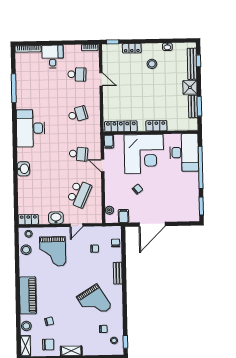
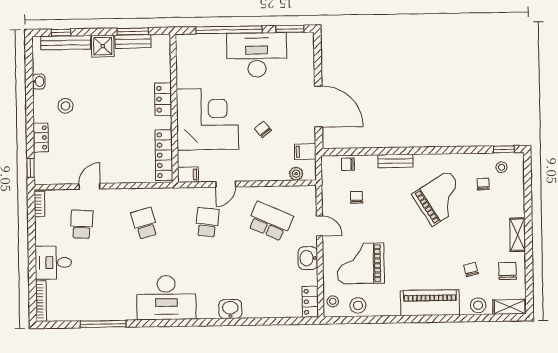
desk: (184, 152) -> (257, 55), moved
grand piano: (53, 251) -> (361, 263), turned 180

